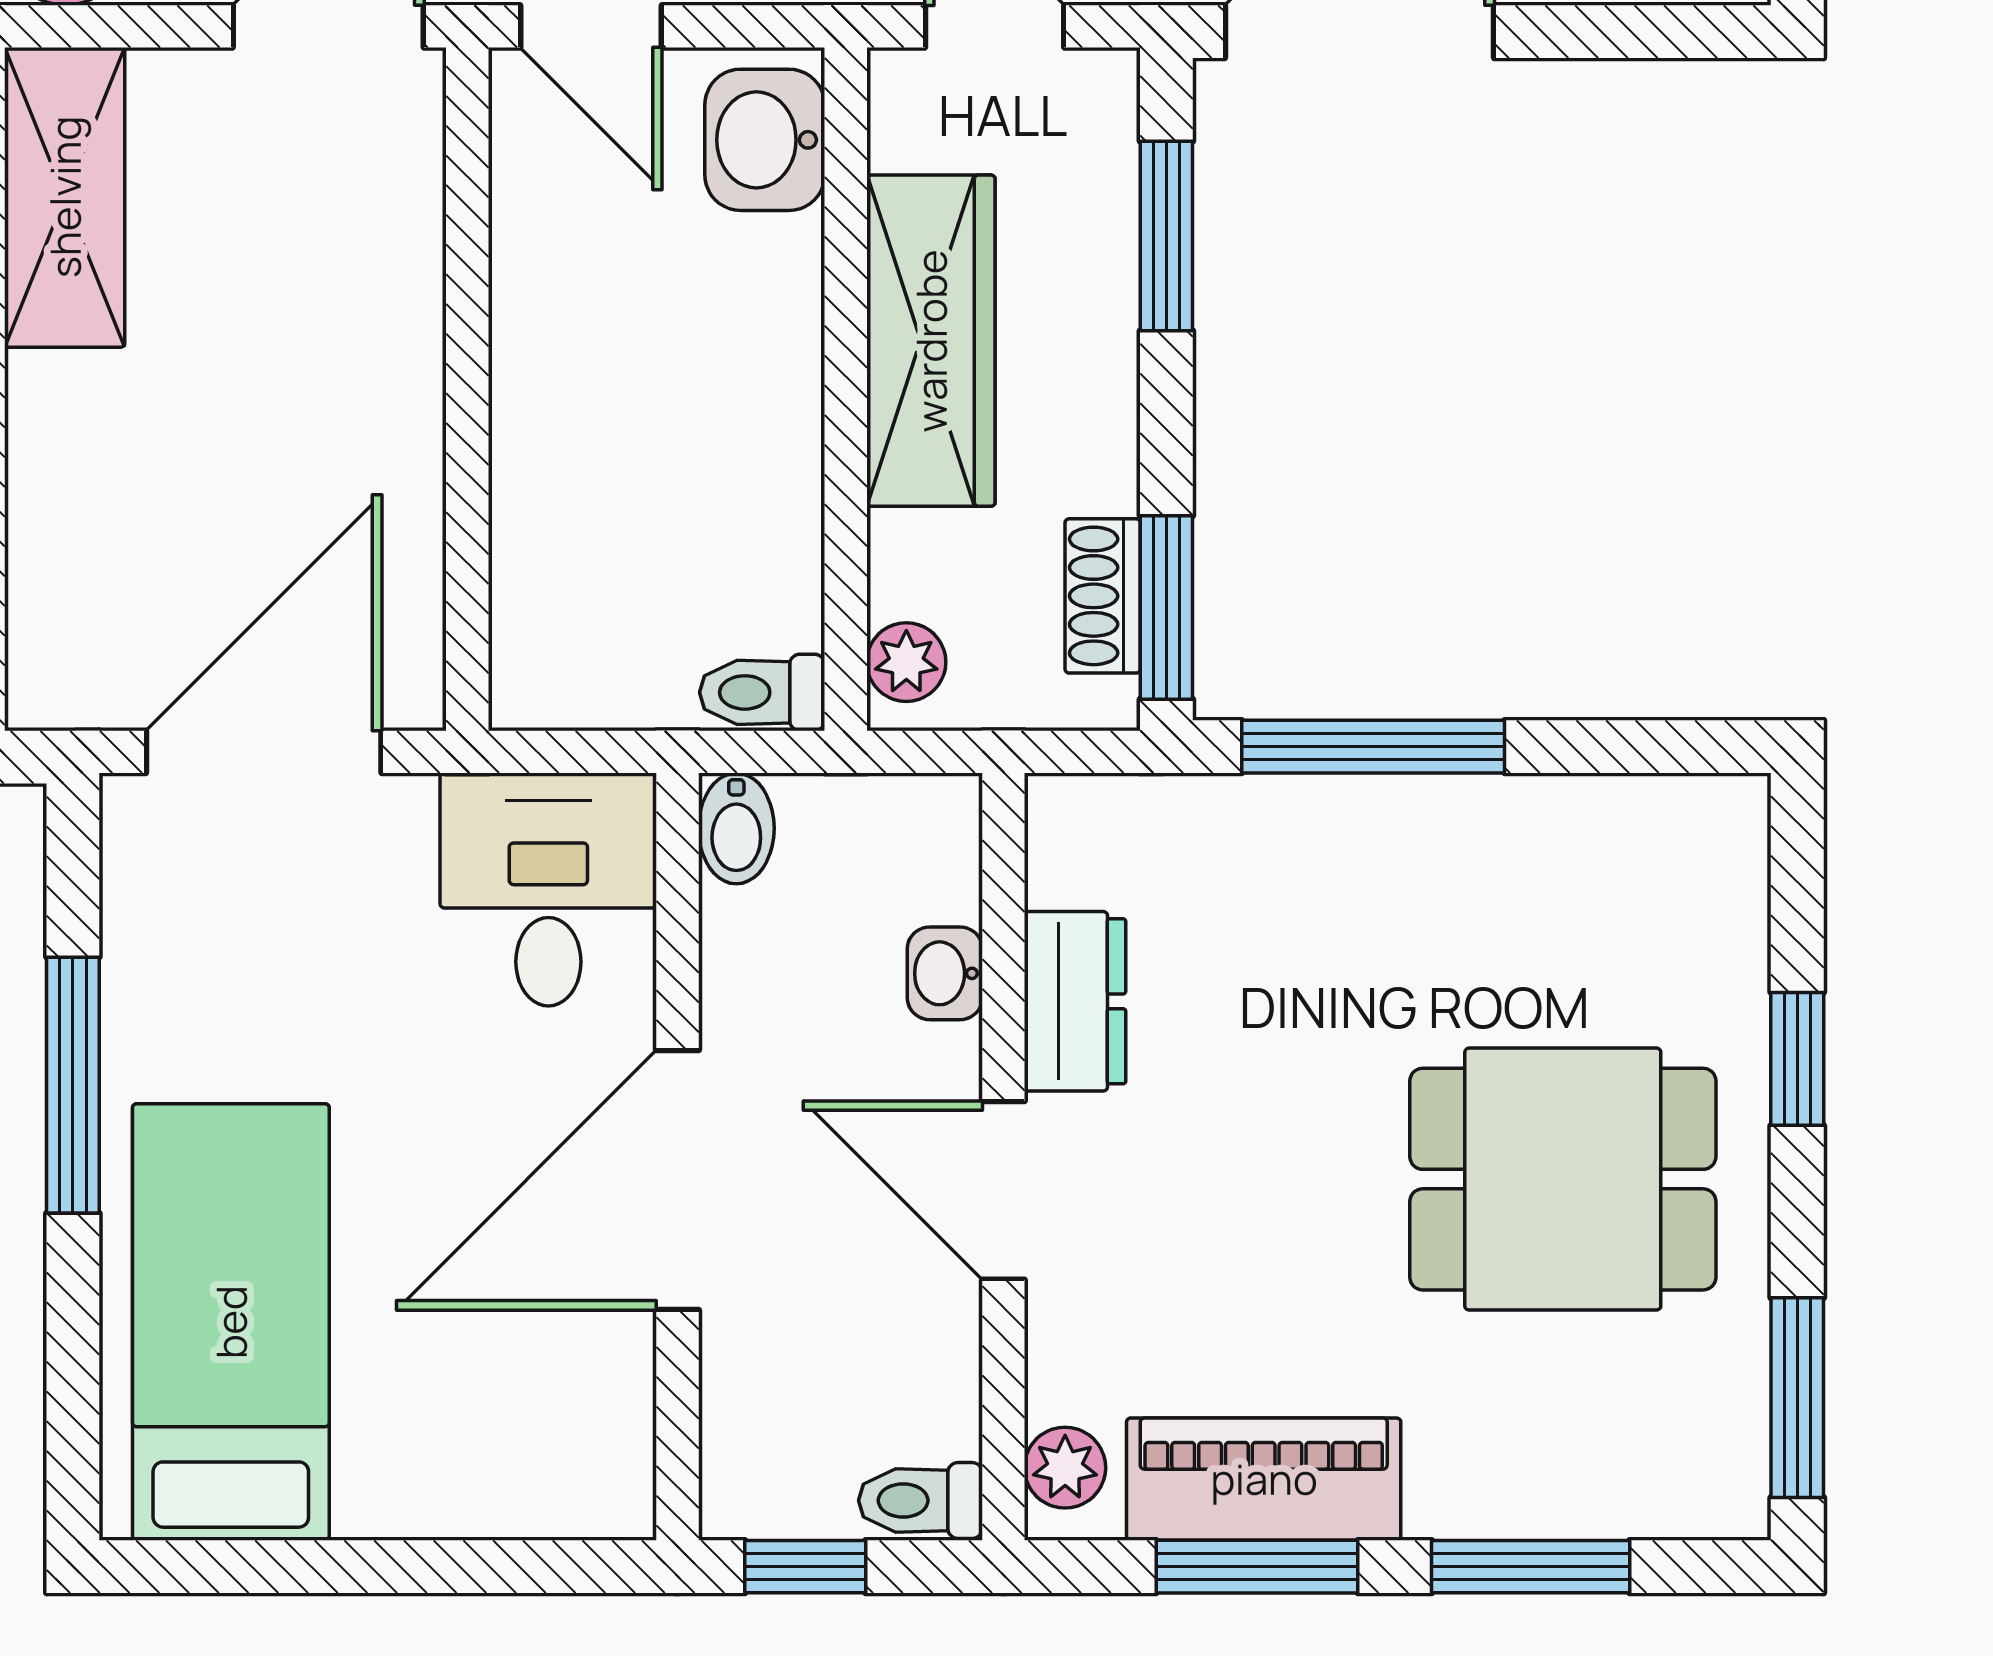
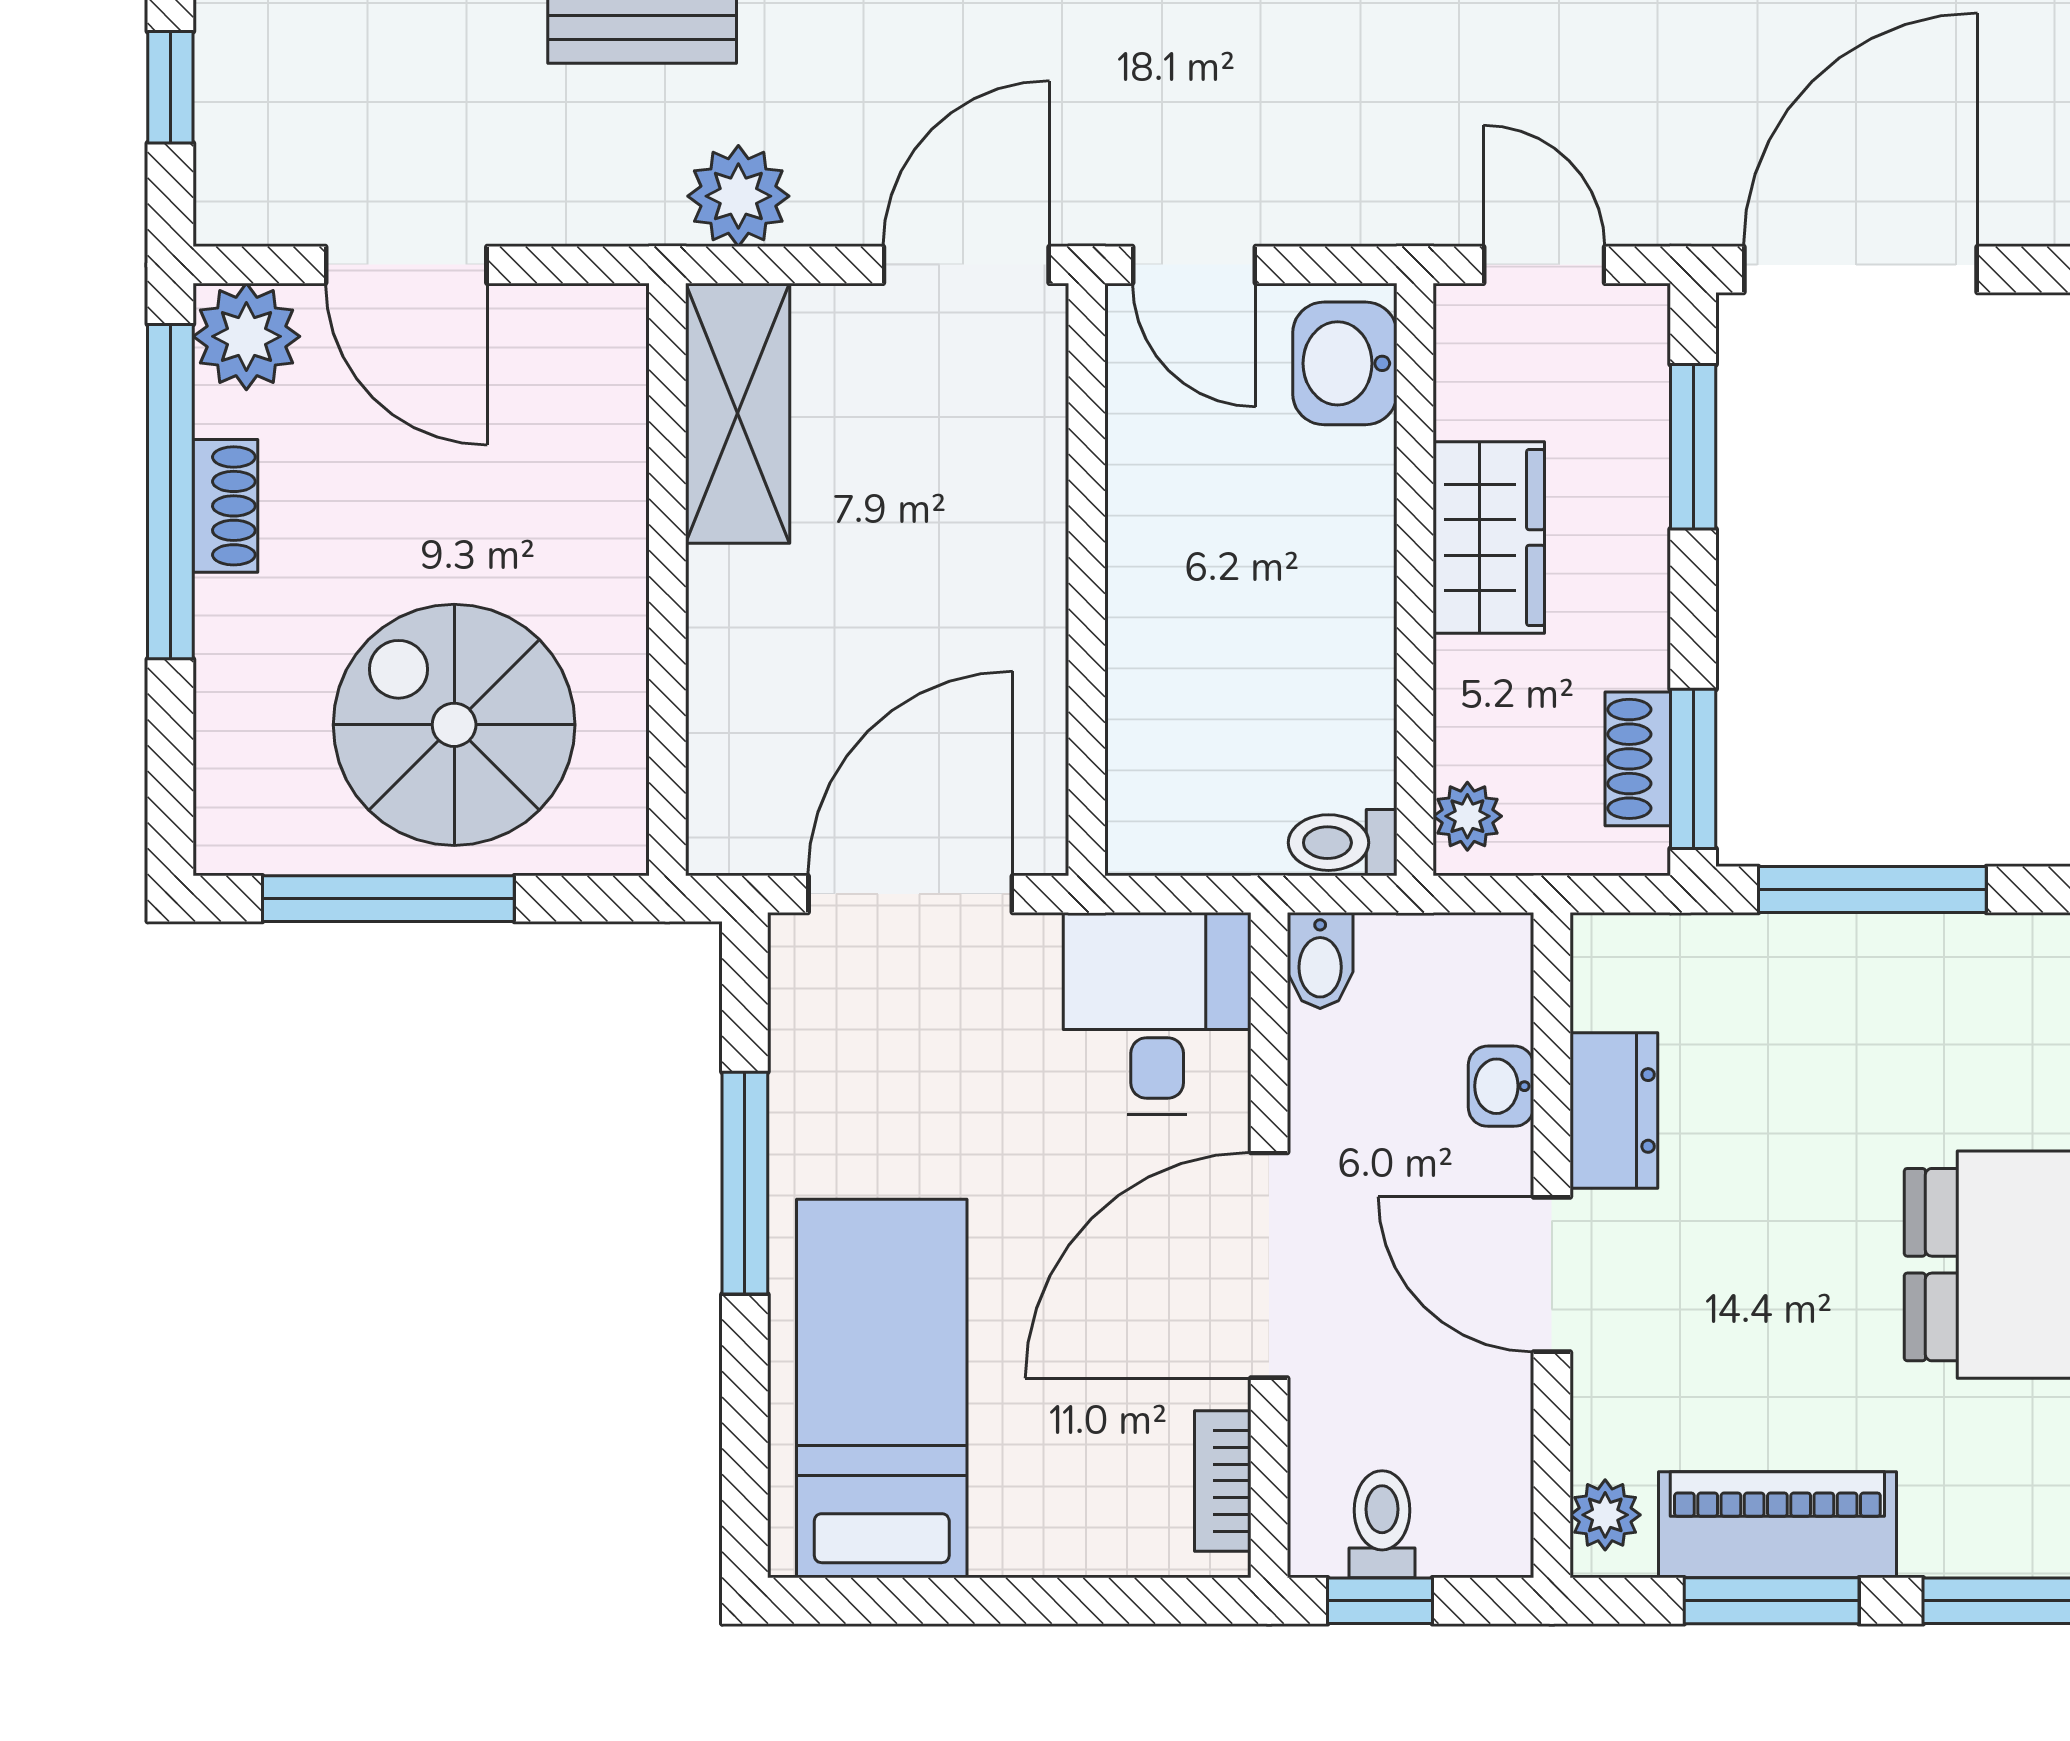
wardrobe: (931, 341) -> (1489, 537), width x0.67
bookcase: (624, 1429) -> (1223, 1481), added
toilet: (920, 1500) -> (1382, 1524), moved, turned 90

